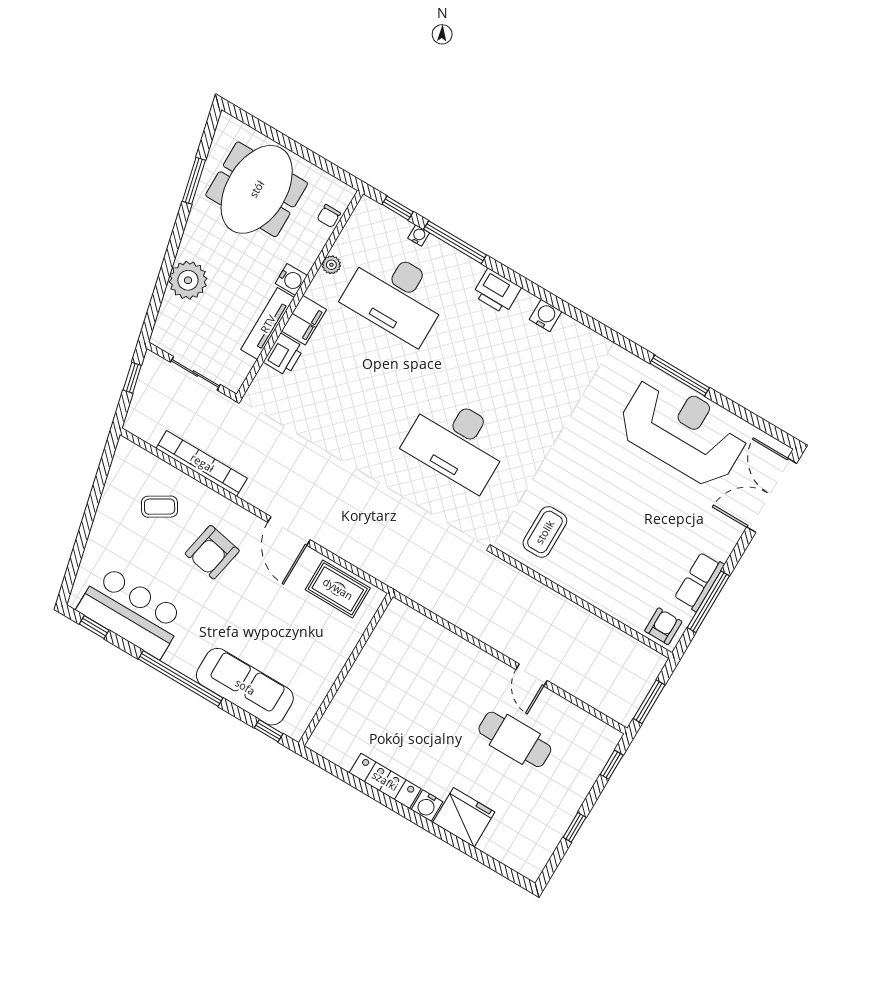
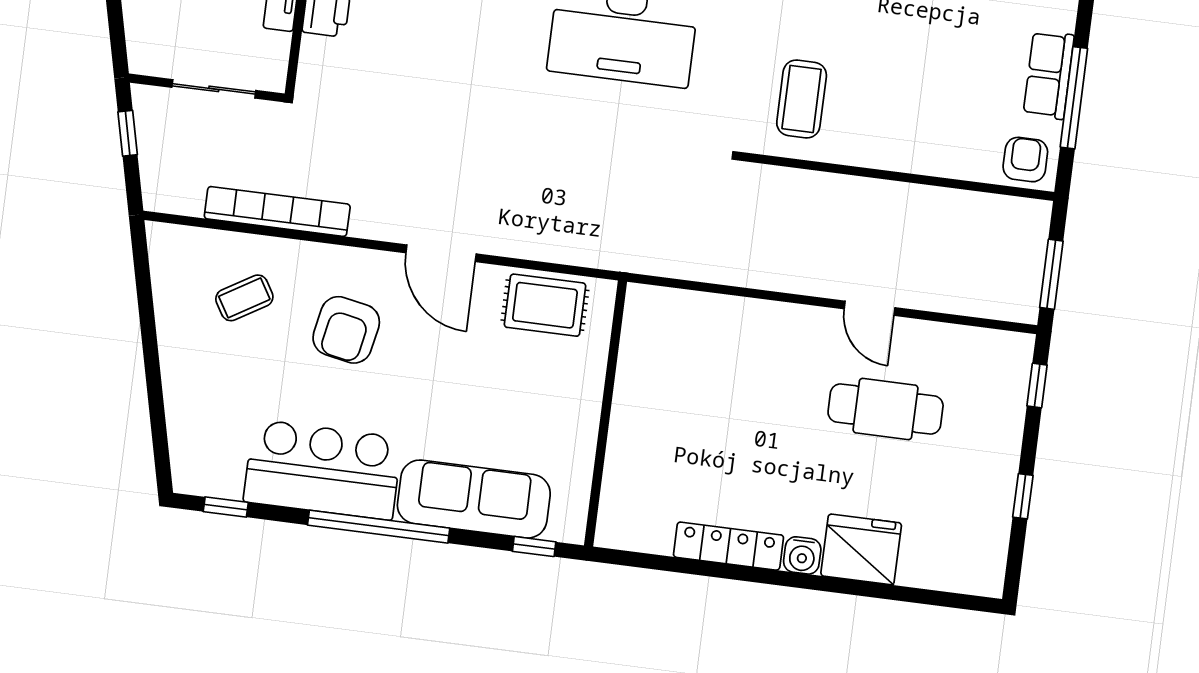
bar counter: (131, 612) -> (323, 470), moved

